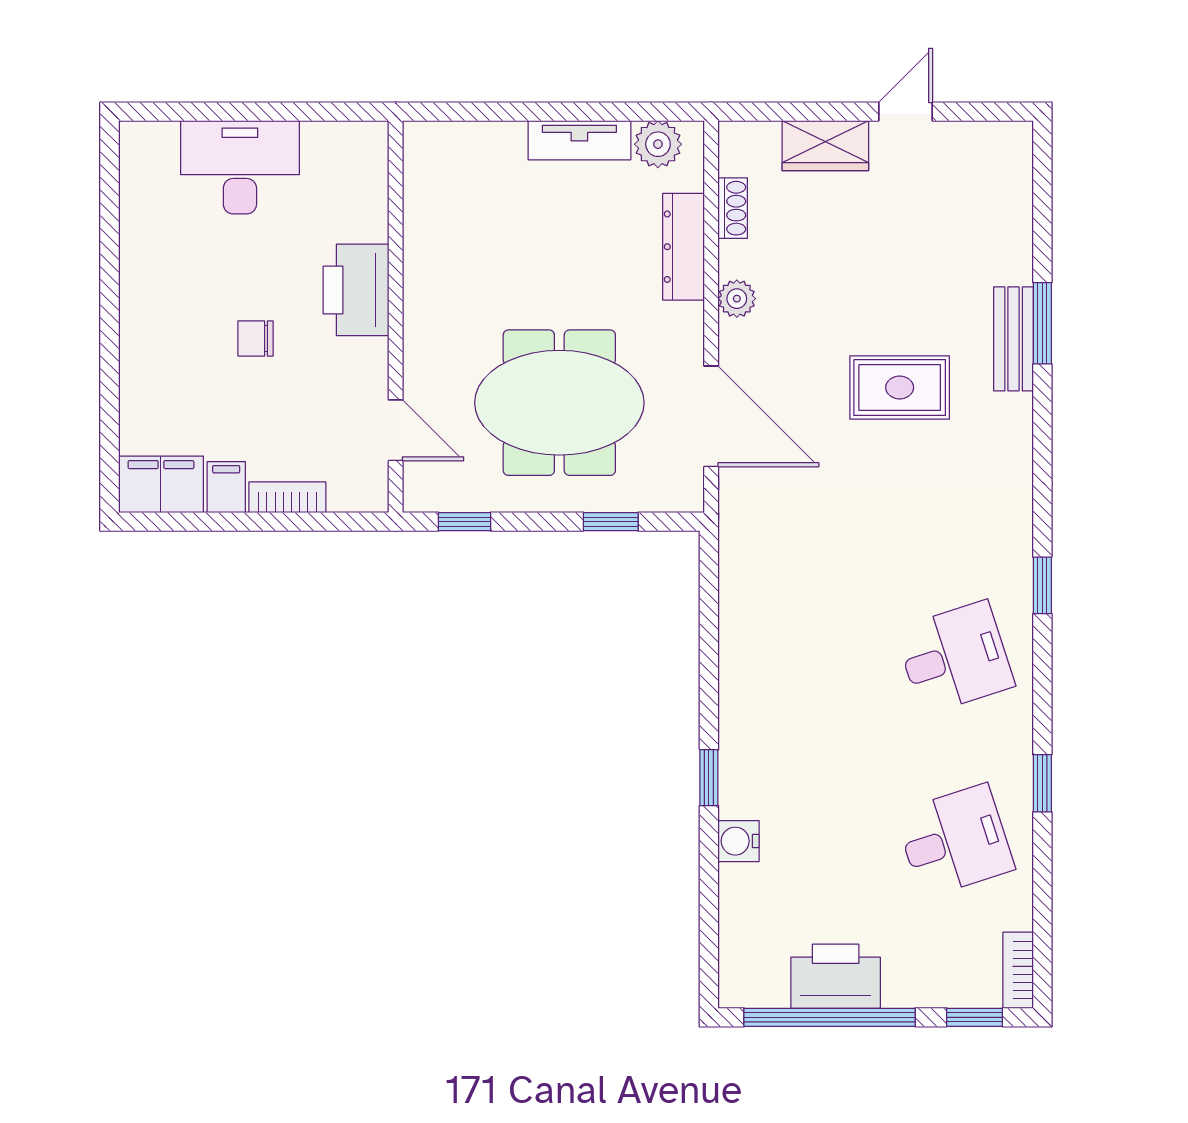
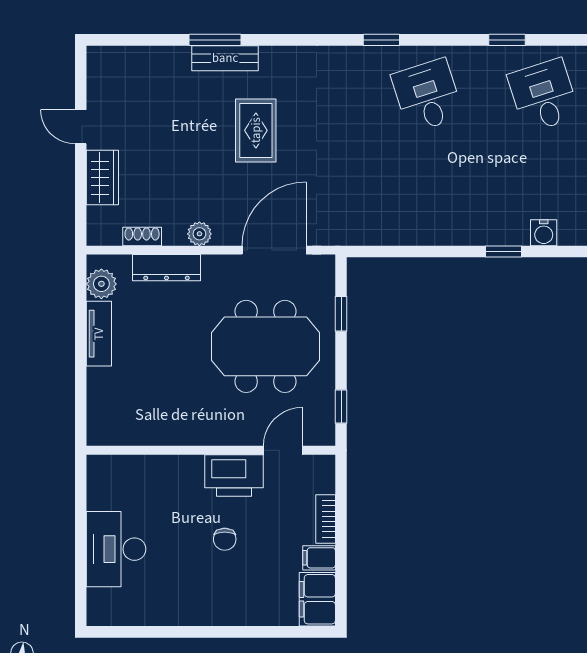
printer: (356, 290) -> (234, 475), moved
meeting table: (559, 403) -> (266, 346), turned 90

